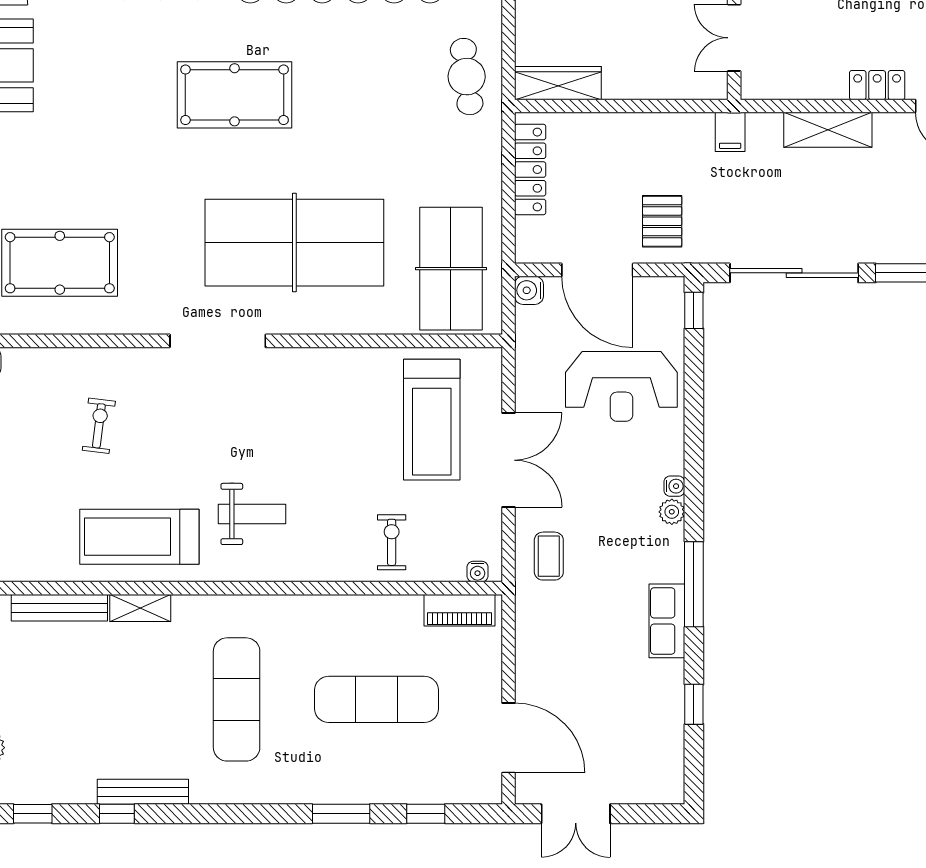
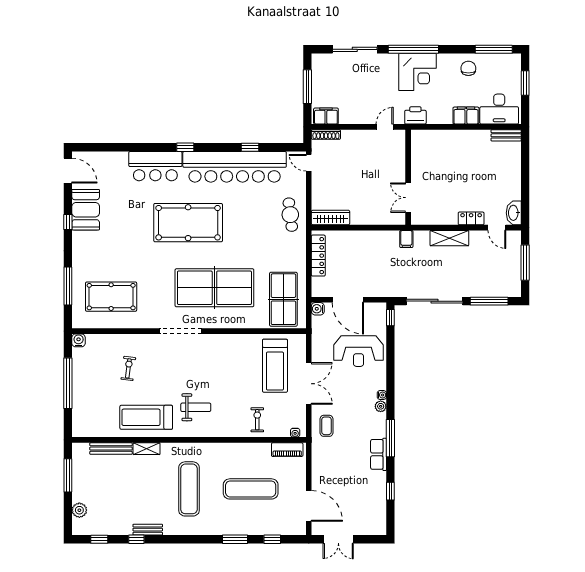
pool table: (235, 95) -> (188, 223), width x1.36, depth x1.32
pallet: (662, 221) -> (376, 278), removed
bench: (143, 792) -> (148, 530), width x0.73

